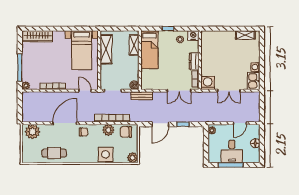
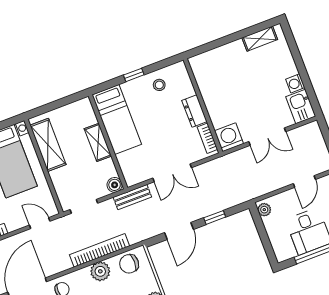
nightstand: (193, 36) -> (178, 71), removed
shelving: (134, 45) -> (98, 142), moved
double door: (179, 91) -> (172, 173), moved

